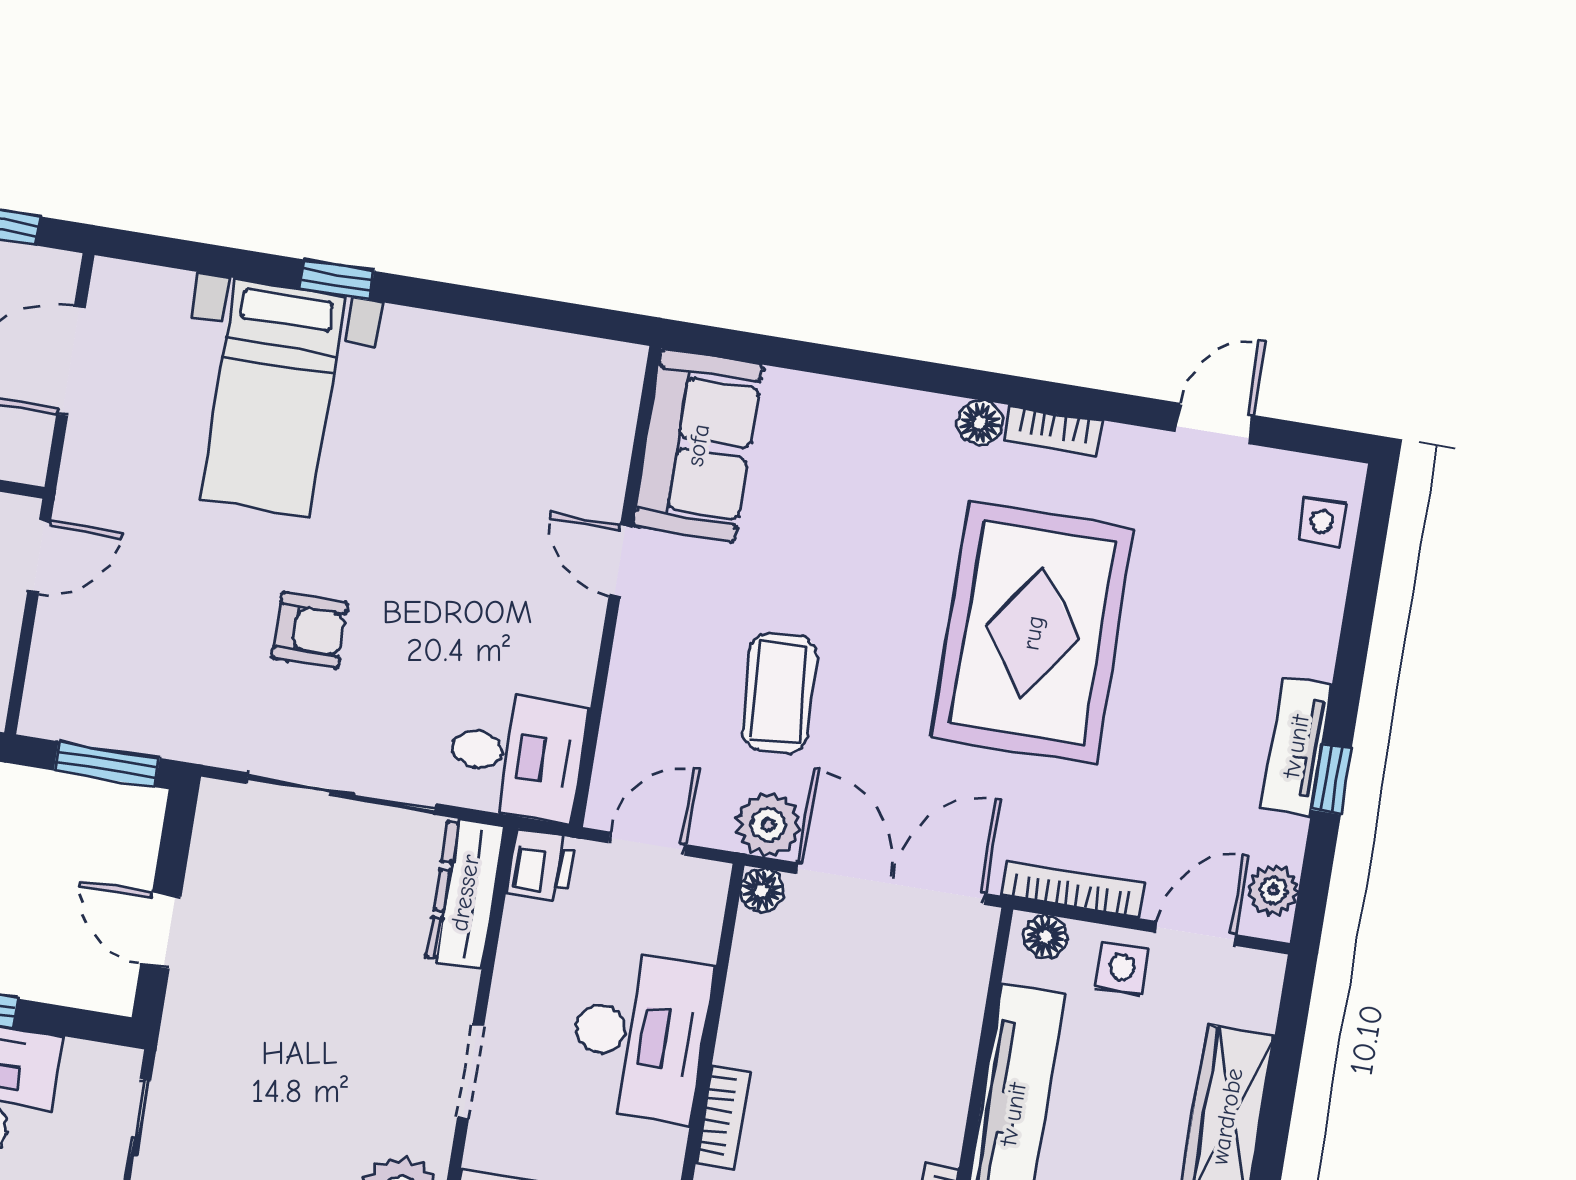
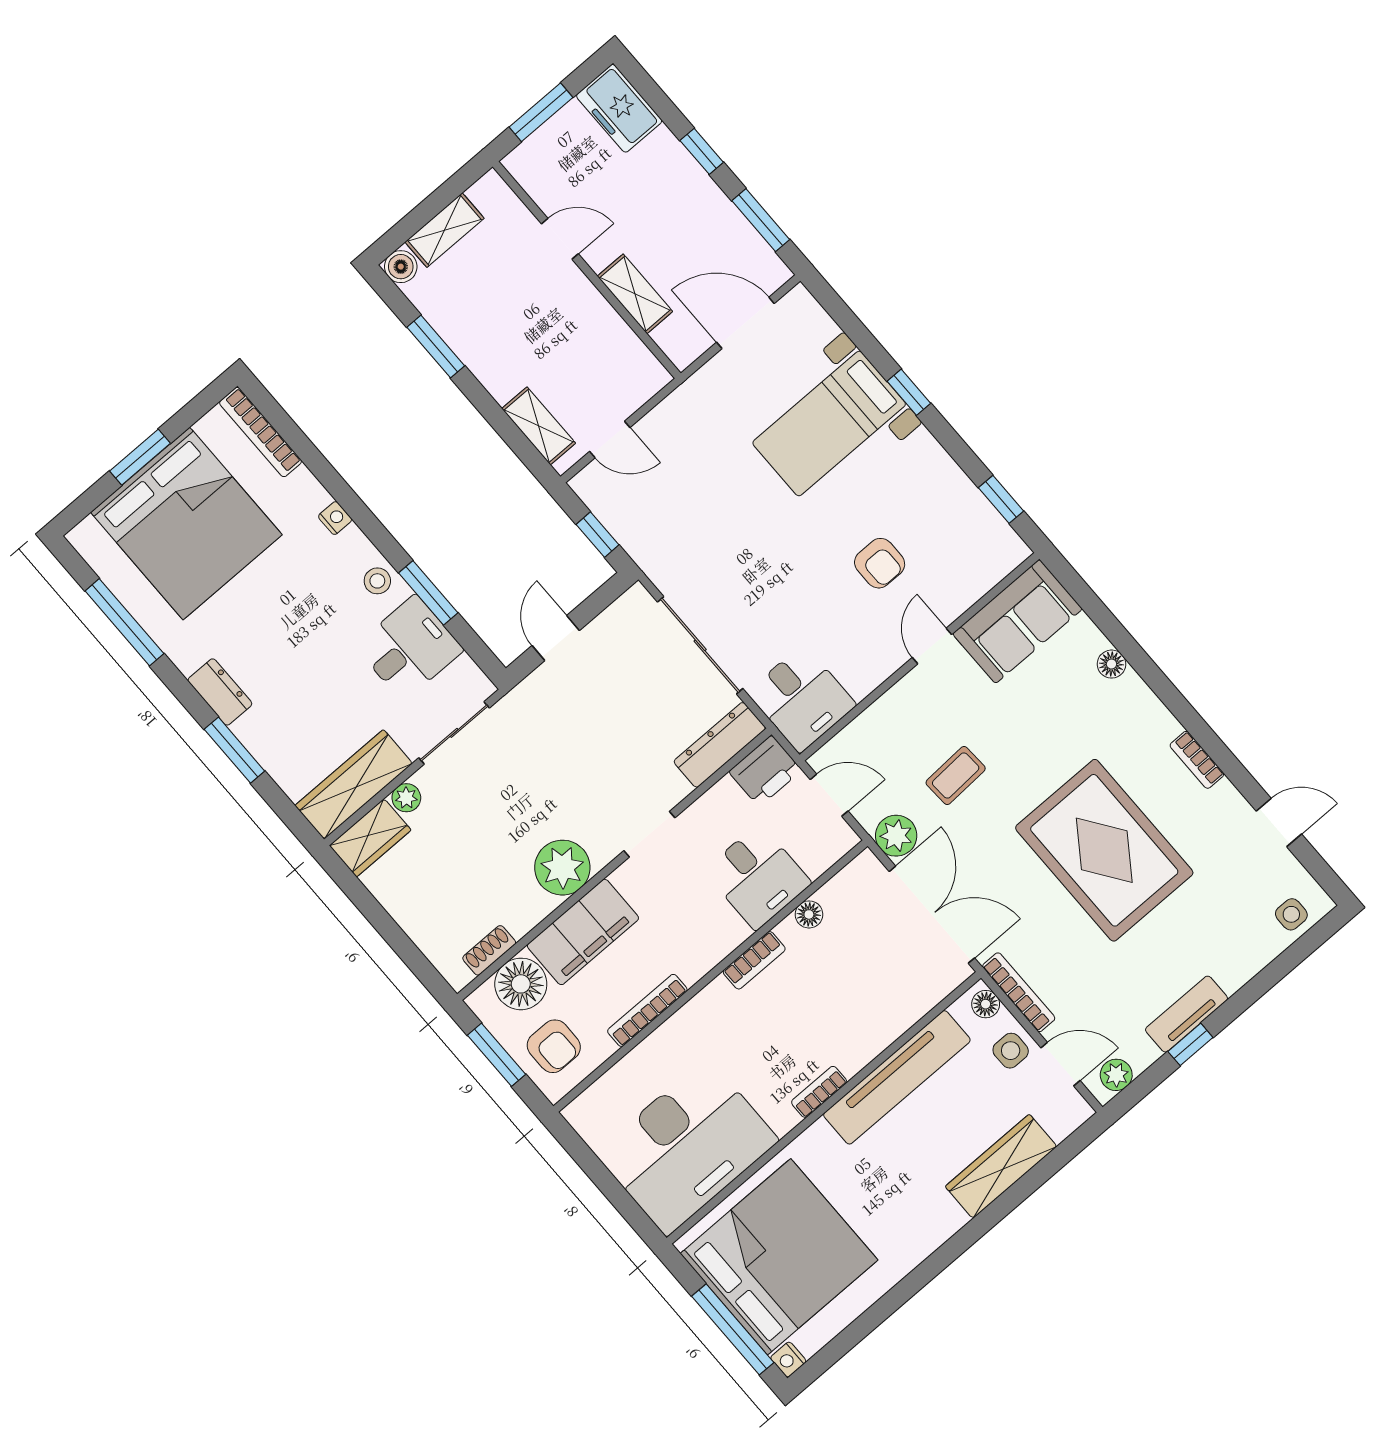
window: (556, 316) -> (1001, 499), added
floor lamp: (980, 423) -> (1112, 664), moved
door: (39, 556) -> (610, 439), moved
armchair: (310, 630) -> (880, 563), moved
rug: (1033, 633) -> (1104, 850), turned 90
coffee table: (779, 693) -> (956, 775), width x0.73, depth x0.77
window: (107, 764) -> (598, 535), width x0.67
printer: (541, 866) -> (765, 771), width x1.36, depth x1.24
floor lamp: (762, 890) -> (809, 914), moved
desk: (640, 1035) -> (758, 877), width x0.73

